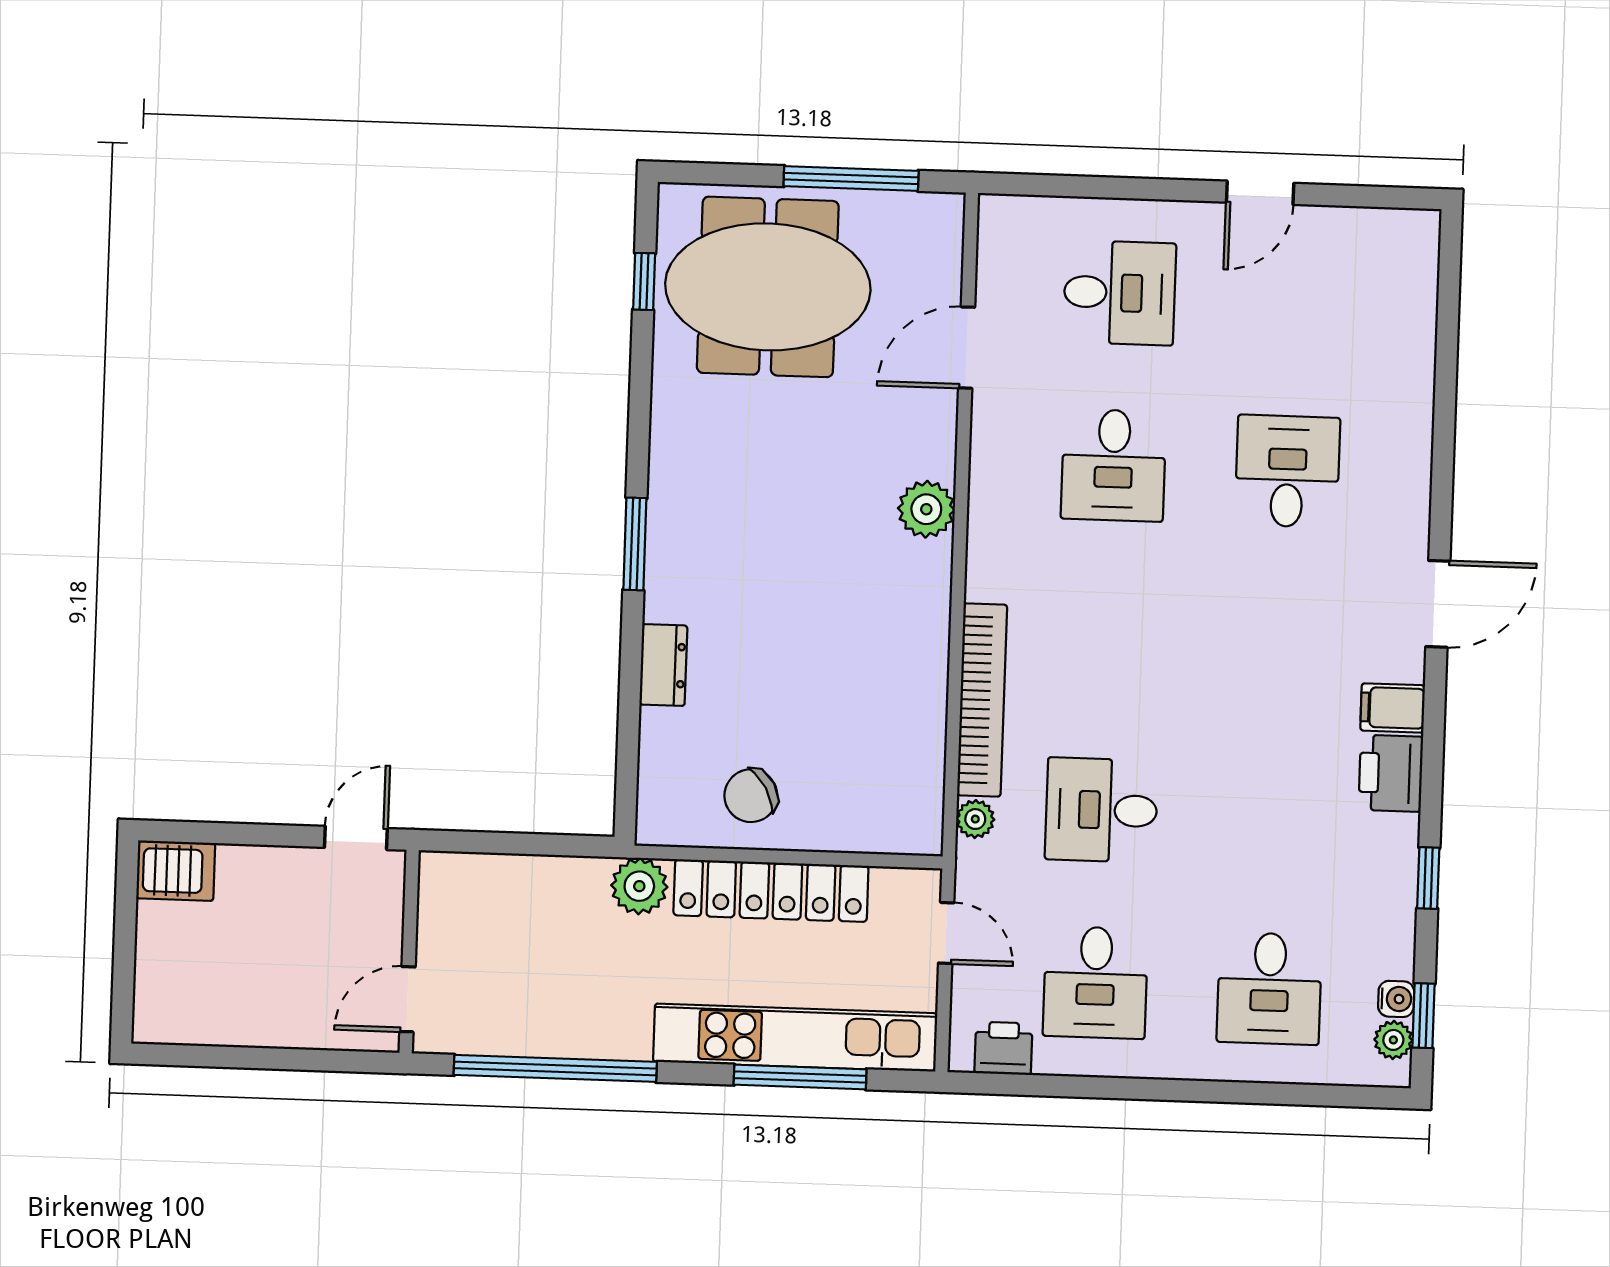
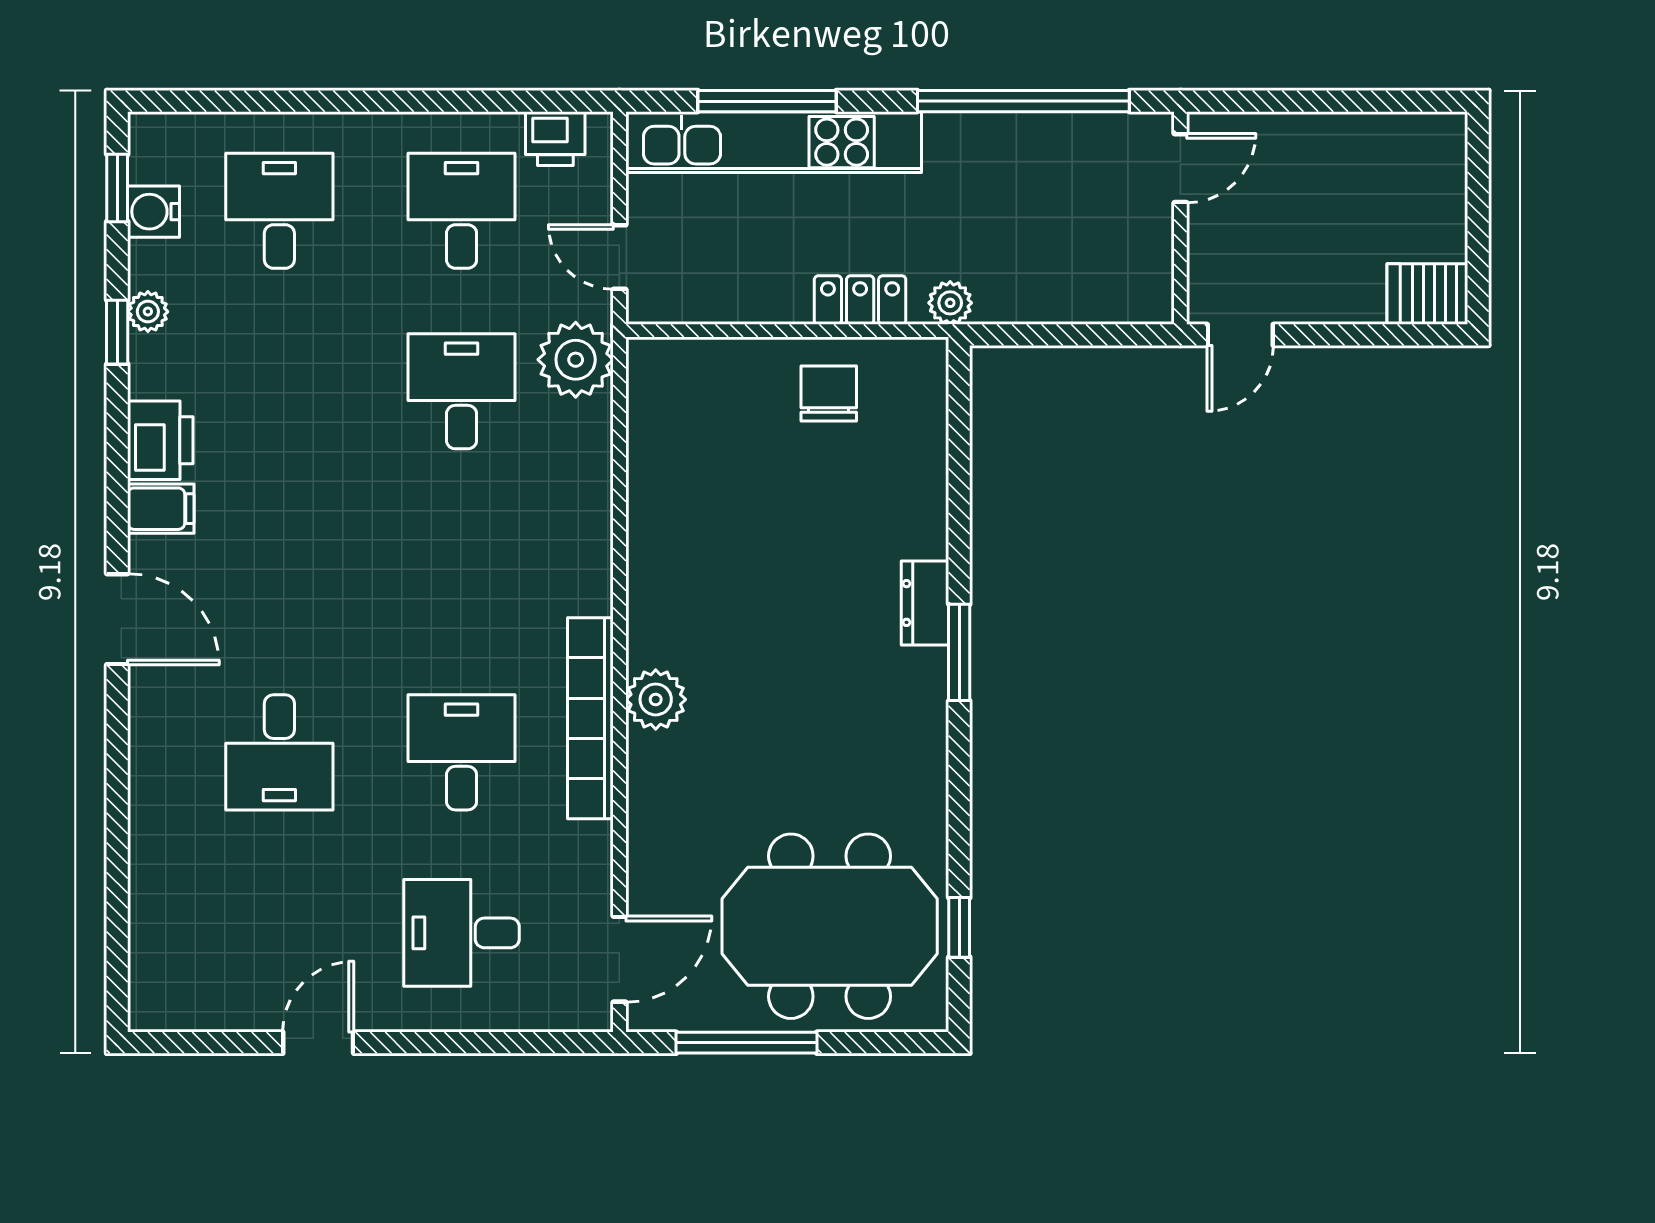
door: (967, 348) -> (619, 959), moved
door: (1438, 604) -> (117, 619), swing flipped
dresser: (663, 665) -> (925, 603), moved
bookcase: (982, 700) -> (590, 718), moved
chair: (751, 796) -> (829, 393), turned -60
desk: (1101, 810) -> (462, 391), turned -90
plant: (975, 819) -> (576, 360), width x1.87, depth x1.87
plant: (639, 886) -> (950, 303), width x0.73, depth x0.73
locker: (771, 891) -> (860, 300), width x0.46, depth x0.83
water cooler: (1396, 999) -> (154, 212), width x1.38, depth x1.38
plant: (1393, 1040) -> (148, 312), moved

